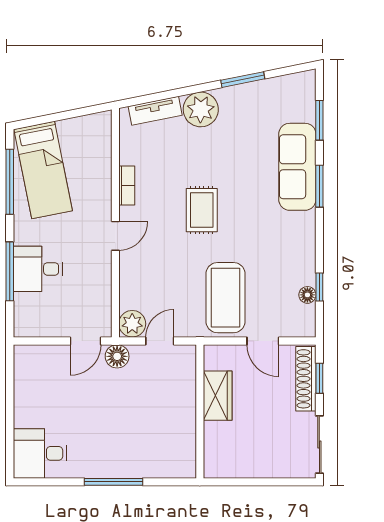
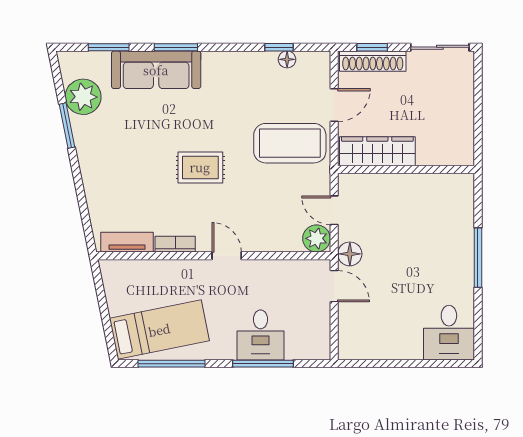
plant: (201, 109) -> (83, 97), moved
tv unit: (155, 111) -> (127, 242), moved, turned -79
wardrobe: (218, 396) -> (377, 151), width x1.50

